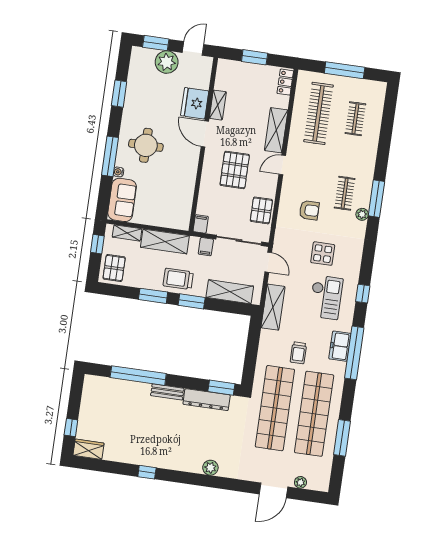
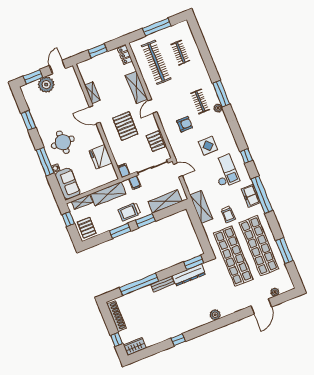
fridge: (195, 103) -> (101, 157), moved
shelving: (273, 307) -> (201, 207), moved
shoe rack: (88, 399) -> (117, 316), added

